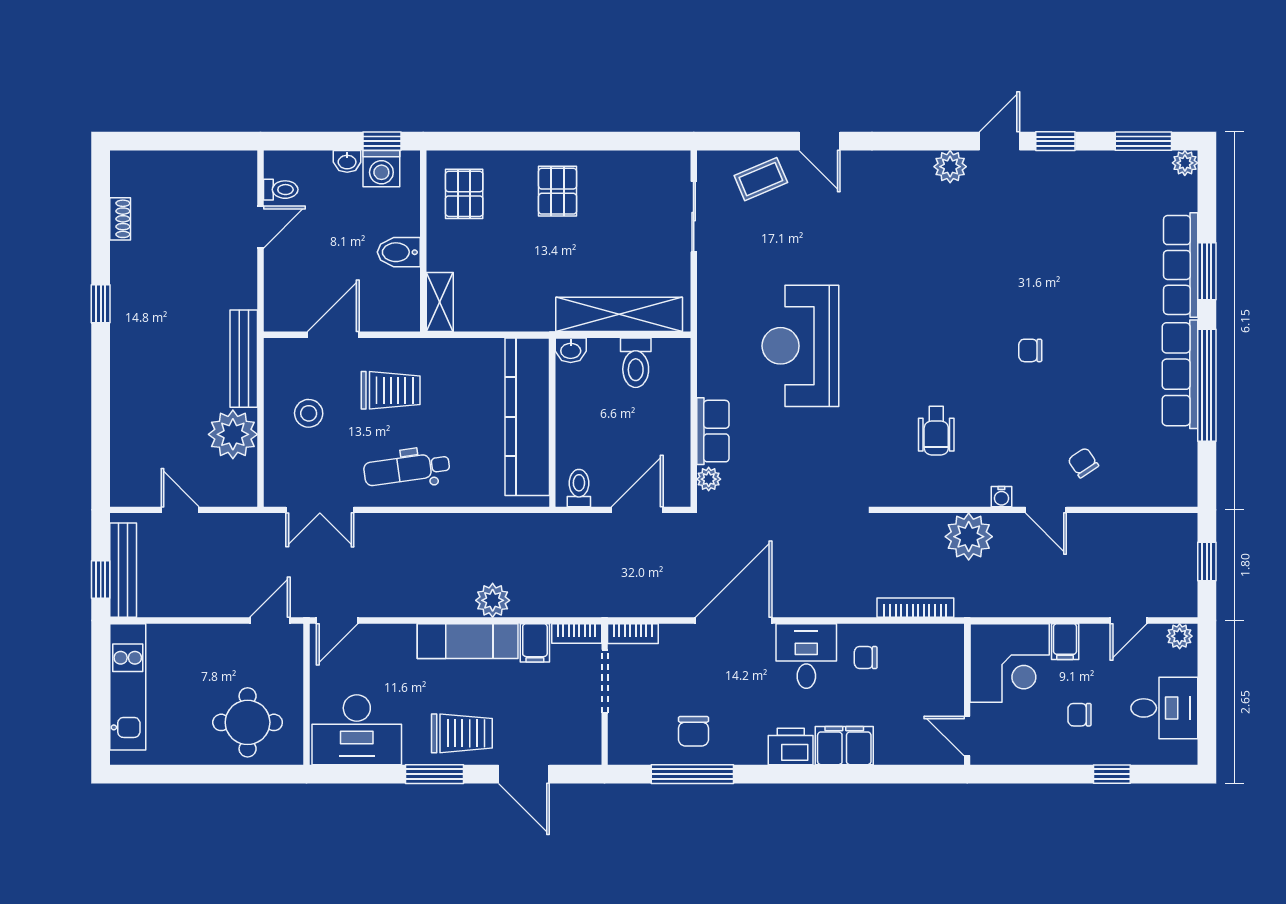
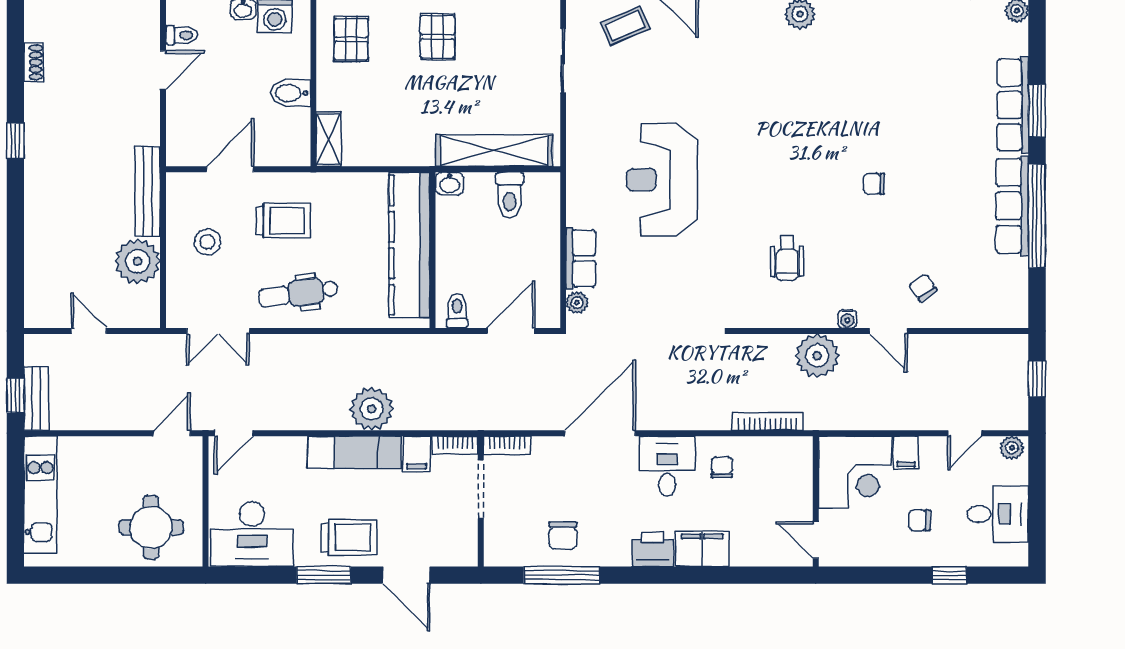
bench: (123, 570) -> (36, 398), width x0.73
plant: (493, 600) -> (372, 409), width x1.36, depth x1.36
chair: (866, 658) -> (722, 467), turned 90

